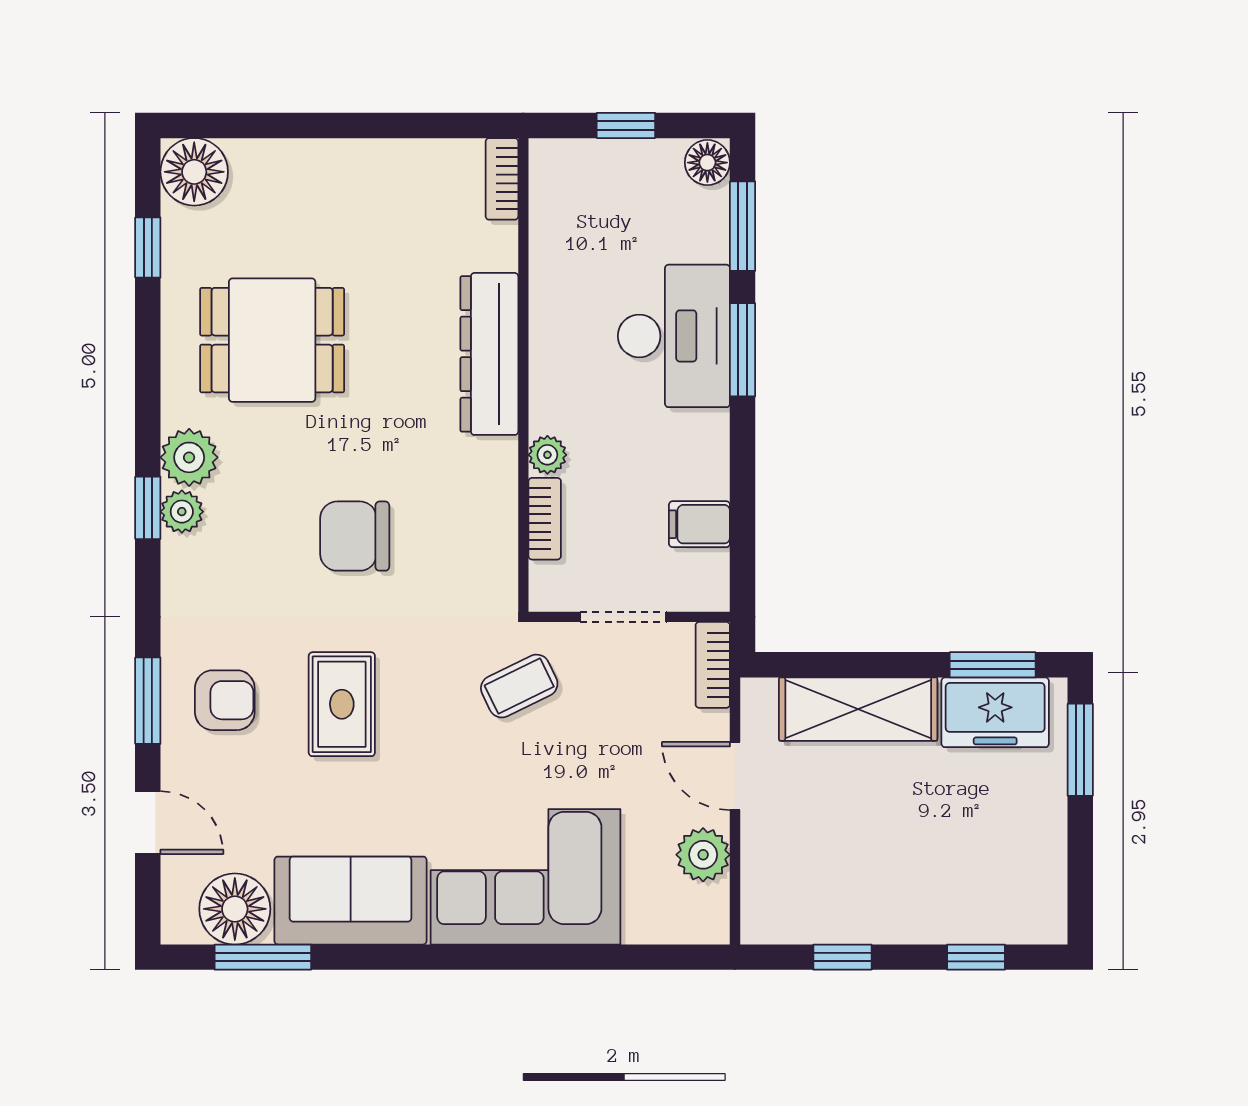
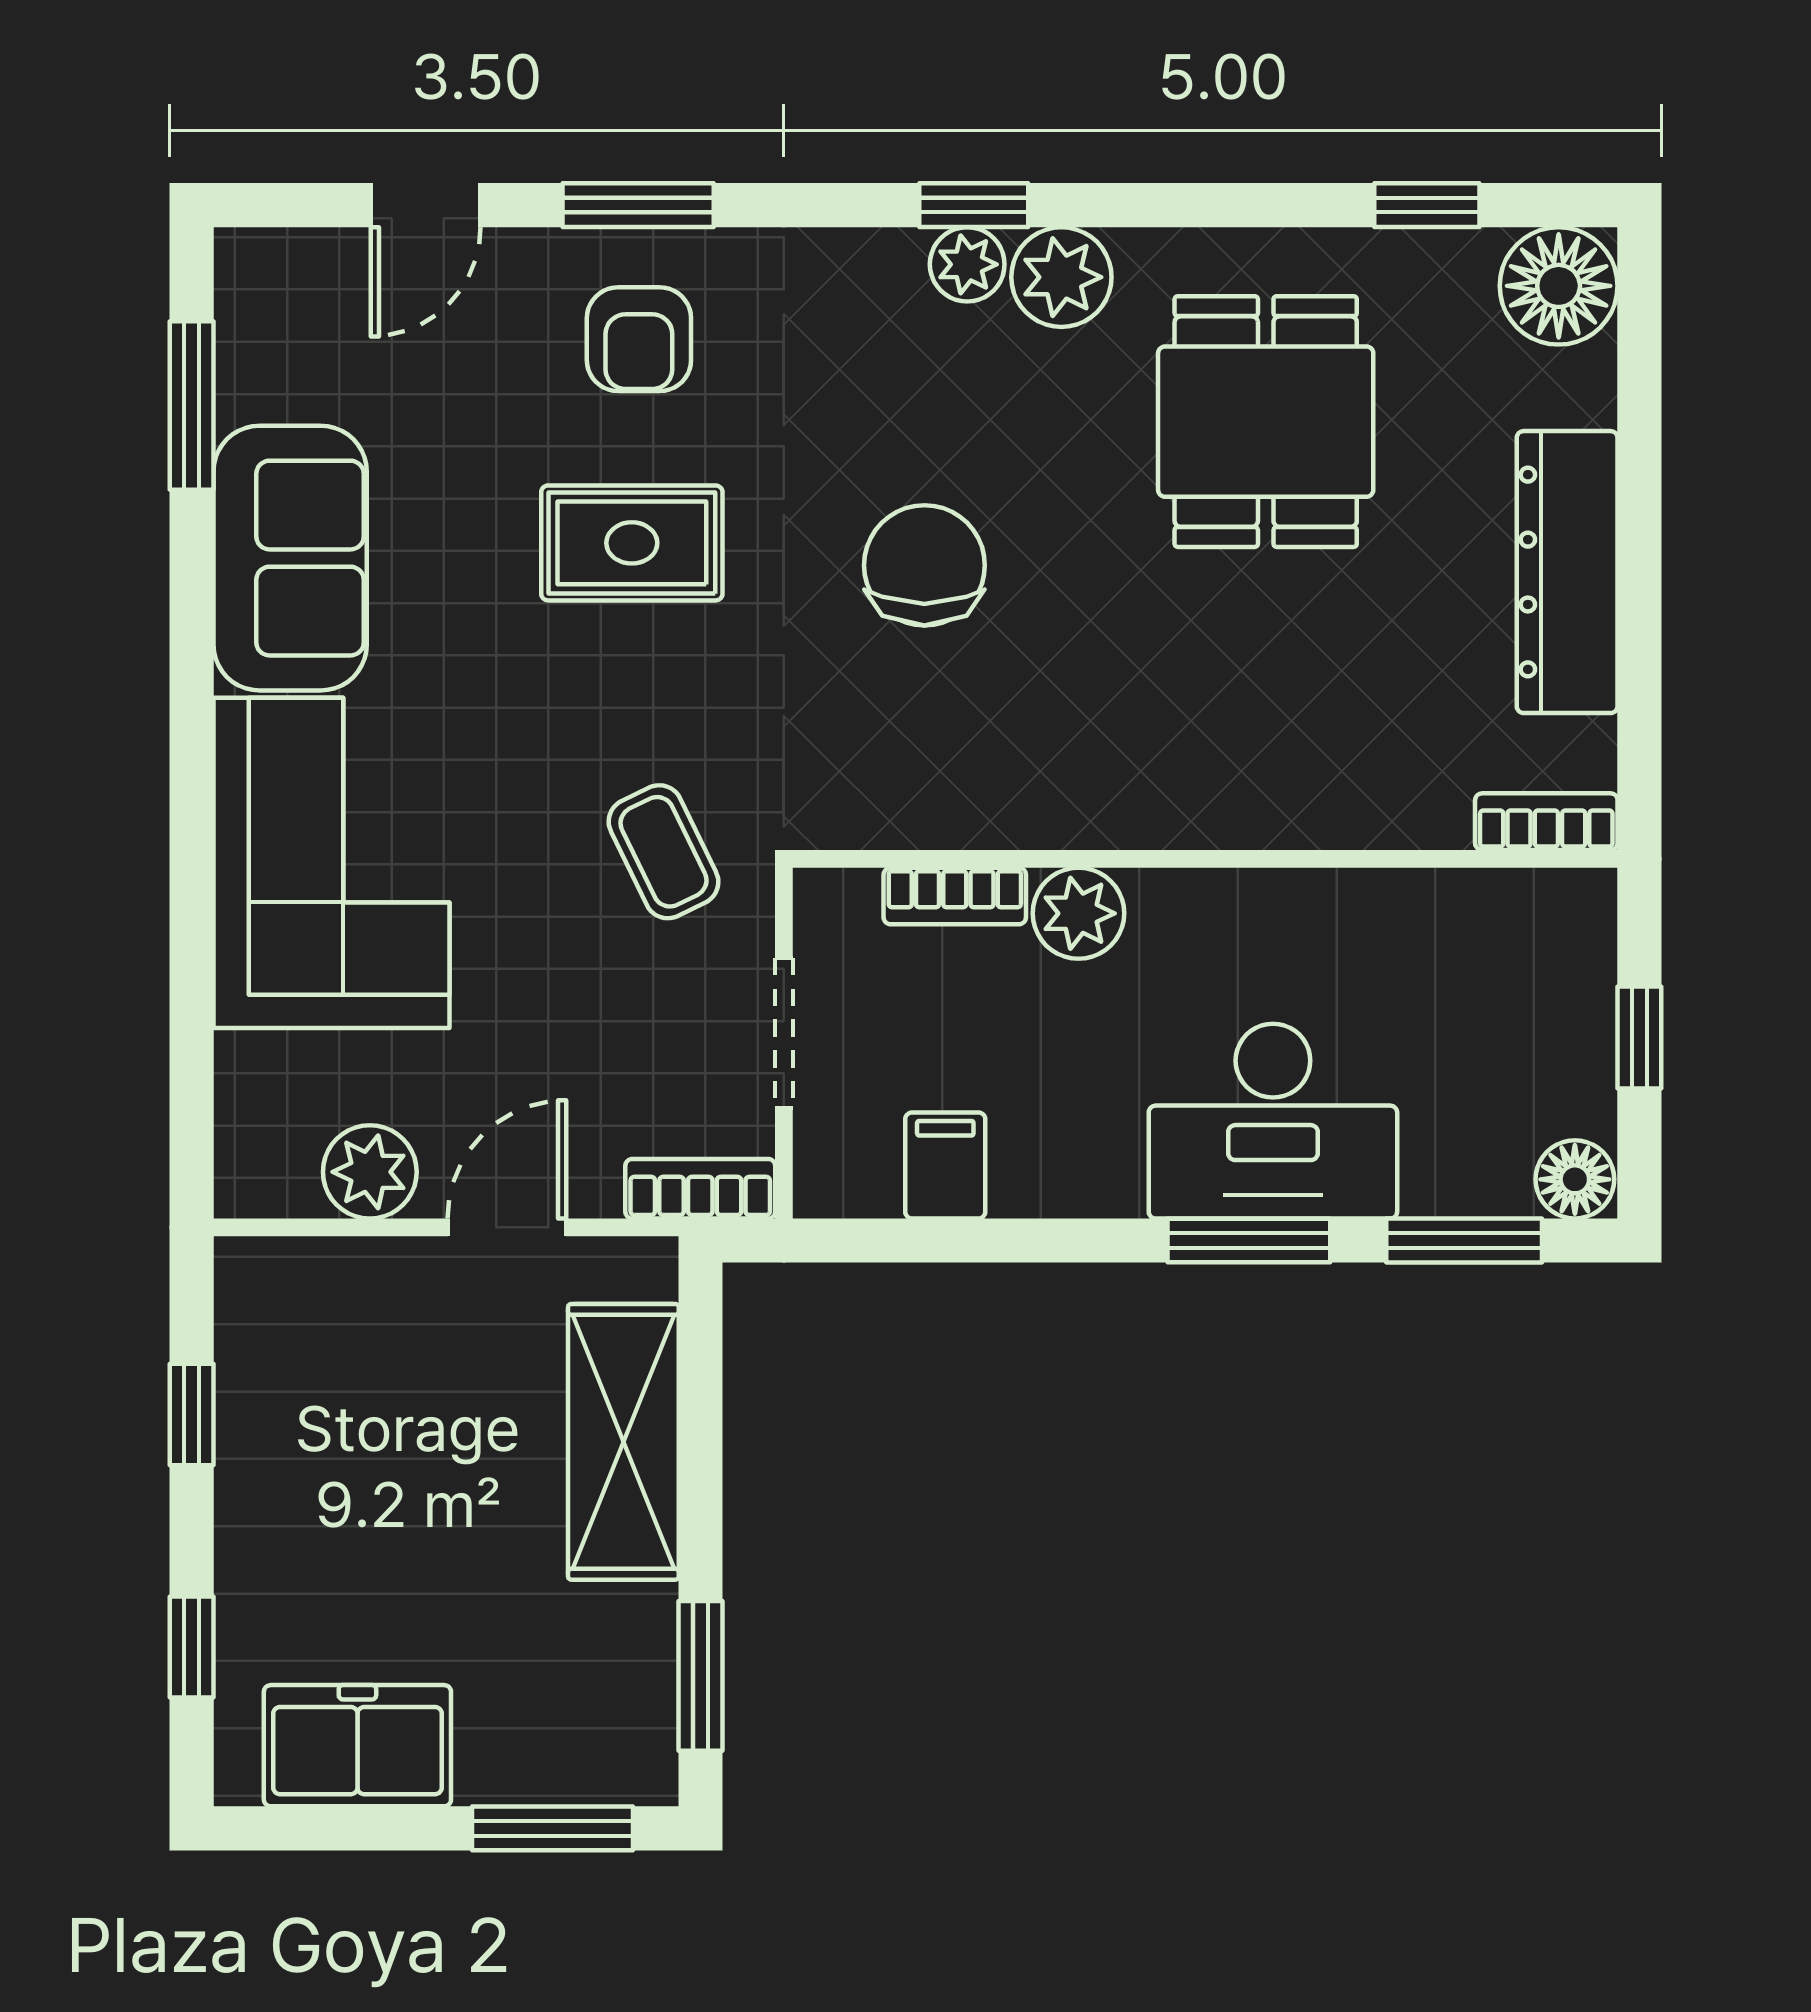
dresser: (489, 354) -> (1567, 572), moved, turned -90
plant: (547, 455) -> (1078, 913), width x1.38, depth x1.38
freezer: (995, 712) -> (357, 1746), moved, turned 90
floor lamp: (235, 909) -> (275, 357), removed

